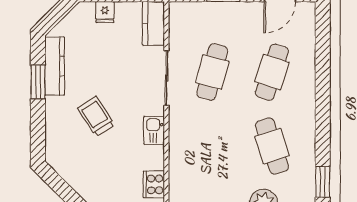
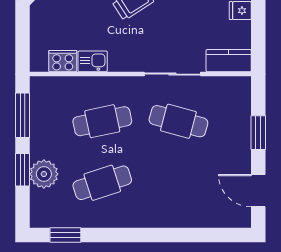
cafe table: (272, 72) -> (102, 121), moved, turned -30
kitchen sink: (154, 130) -> (93, 61), moved

